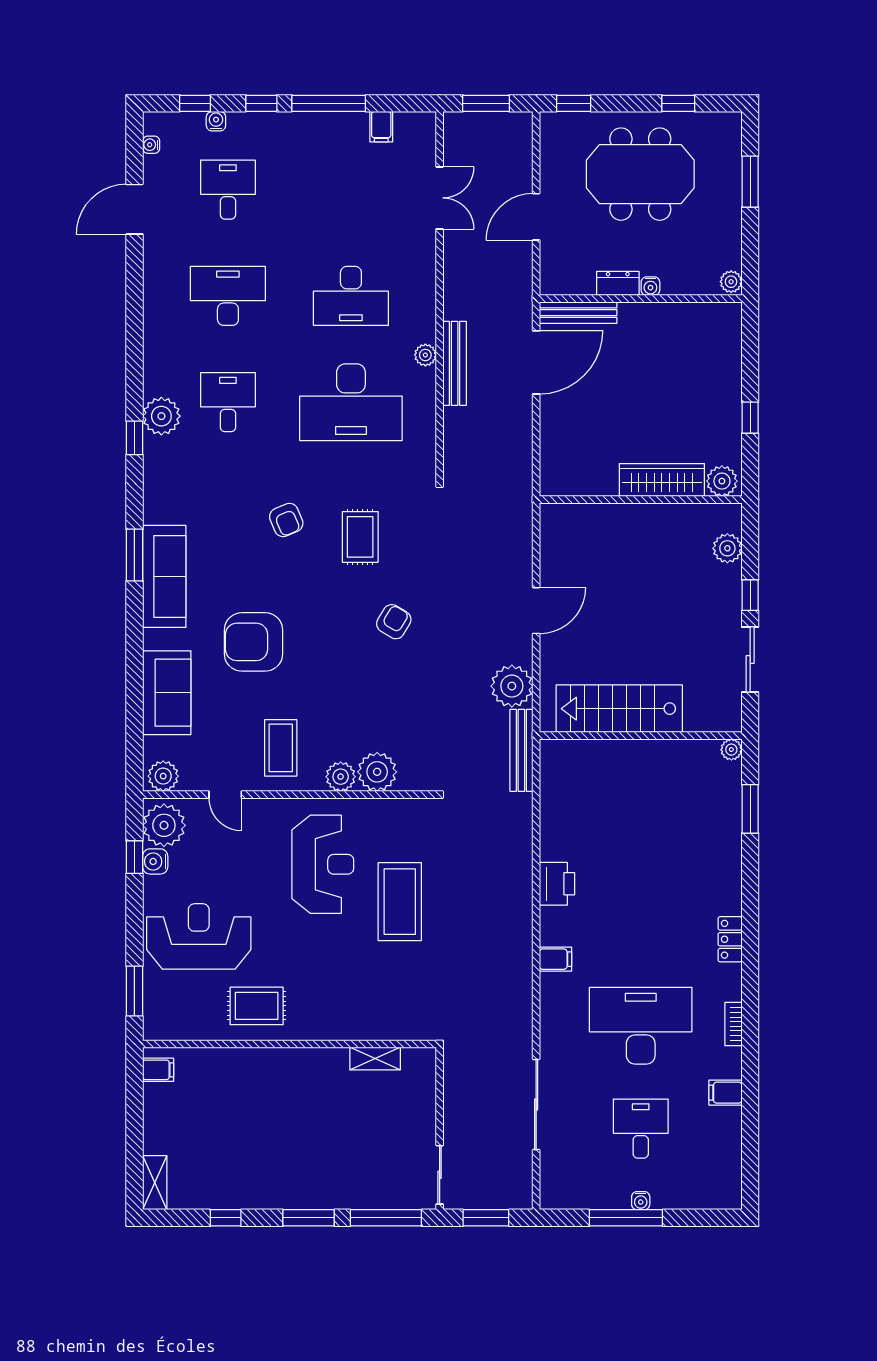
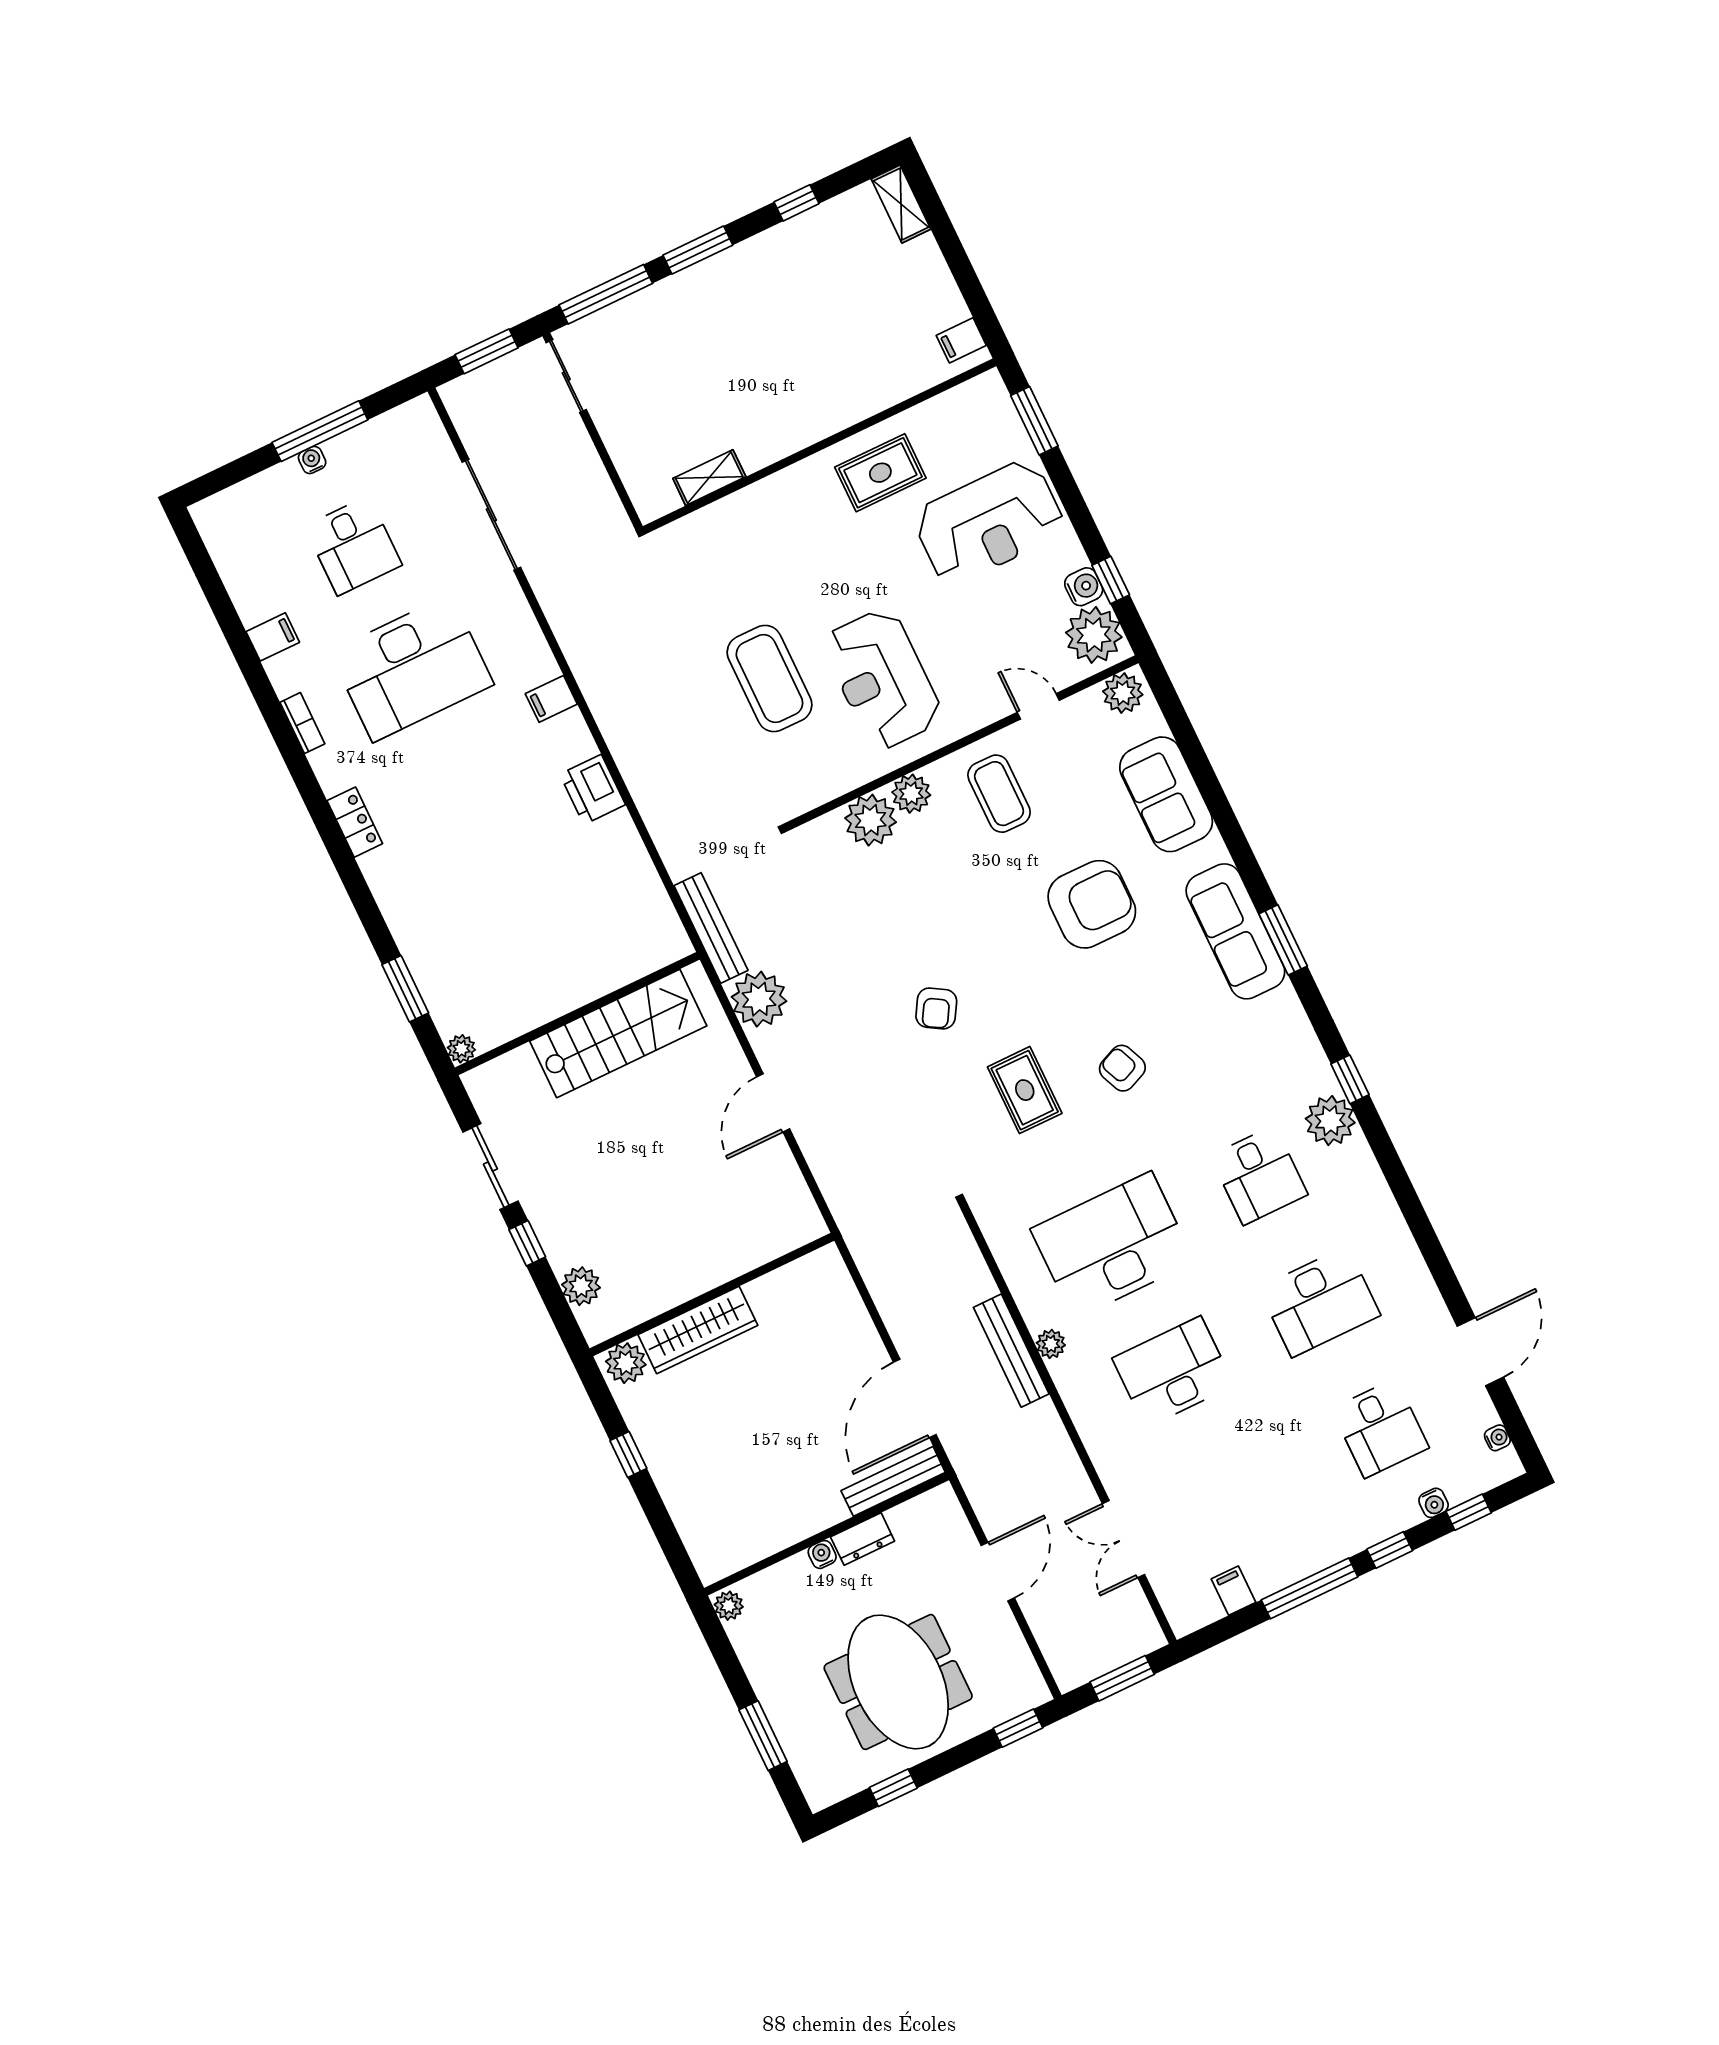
meeting table: (640, 174) -> (898, 1682), turned 90

